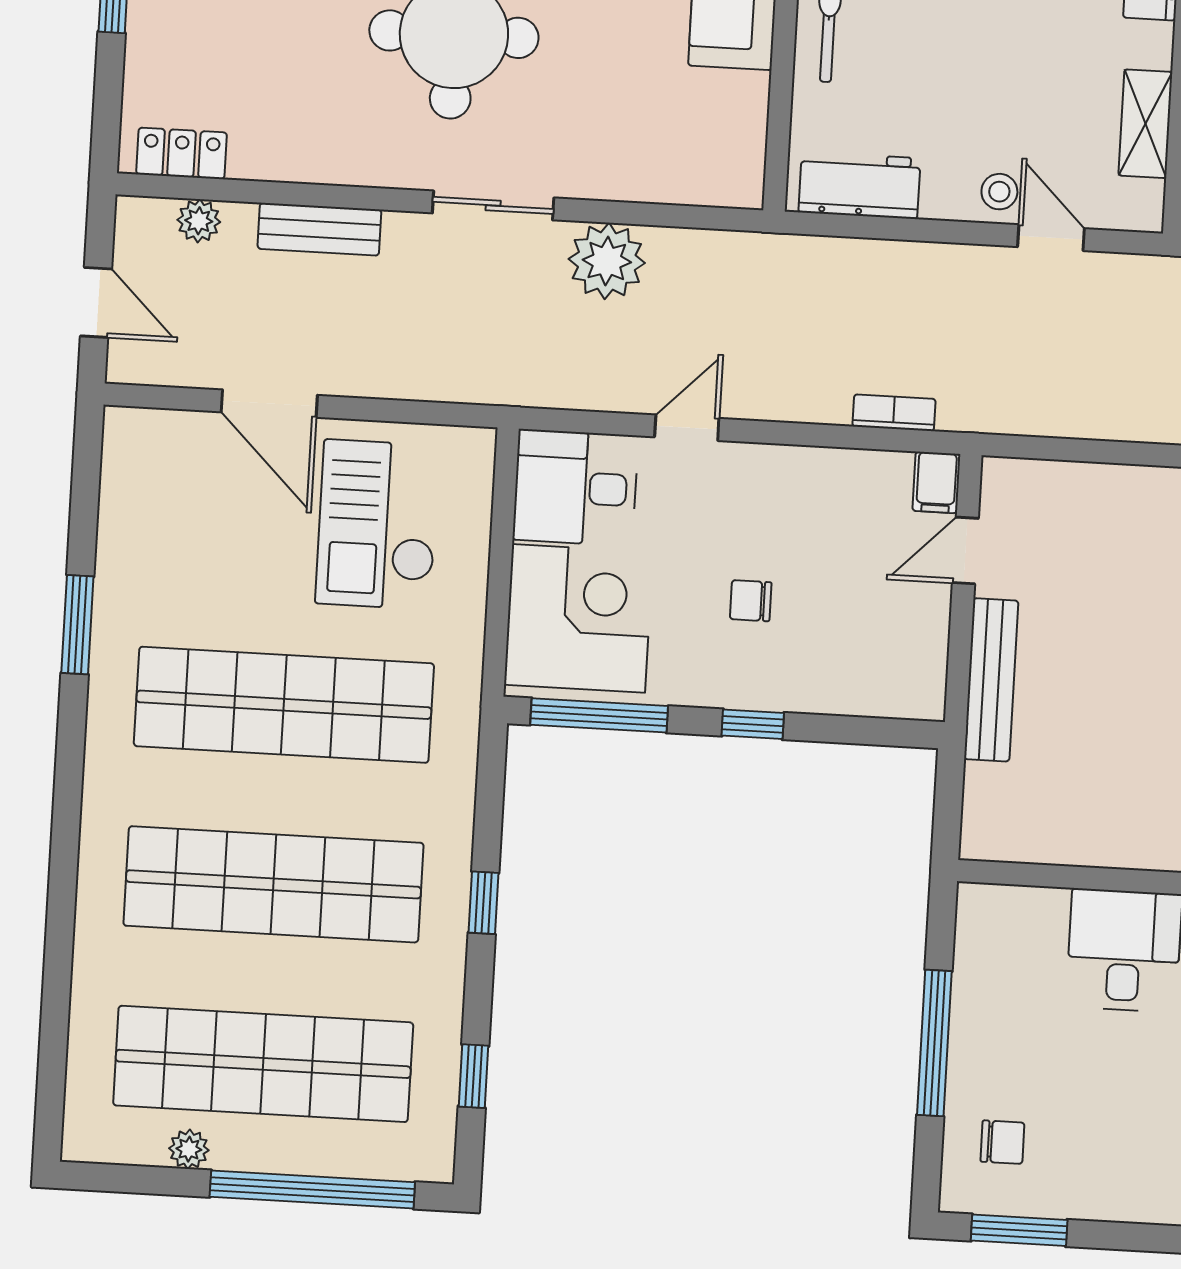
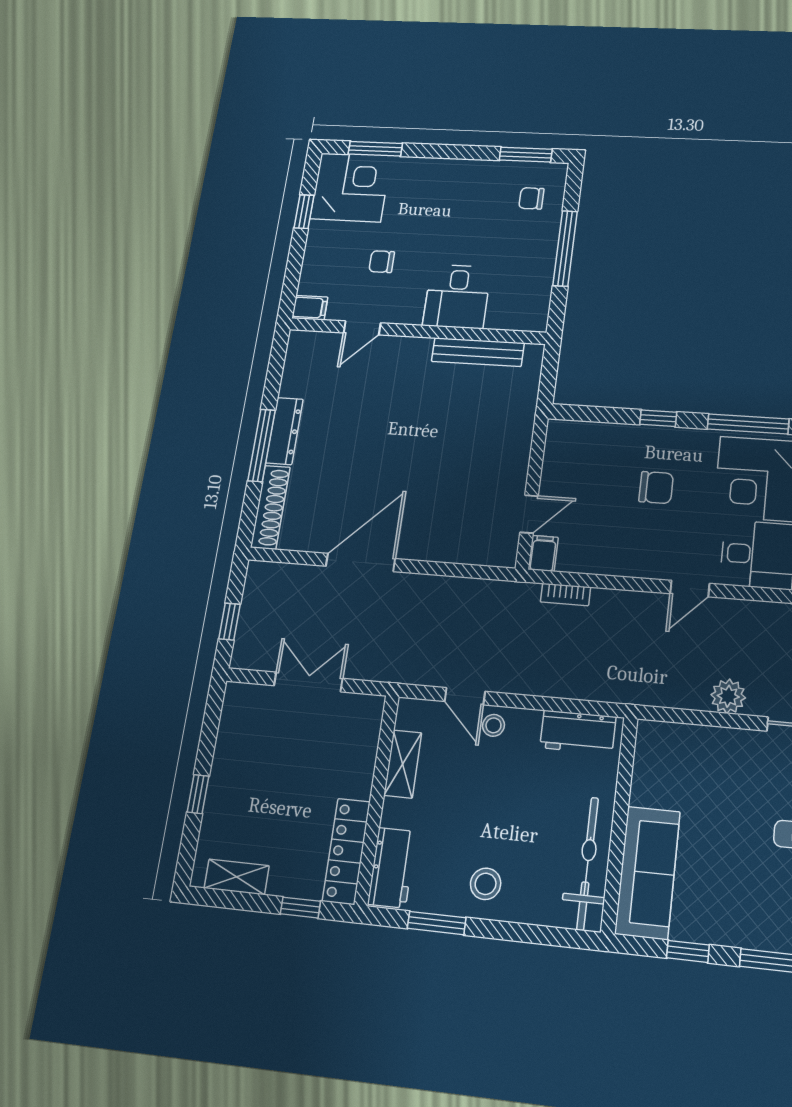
plant: (607, 261) -> (728, 696), width x0.73, depth x0.73
chair: (751, 601) -> (656, 488), width x1.37, depth x1.37
bench: (991, 680) -> (478, 352), moved, turned 90

